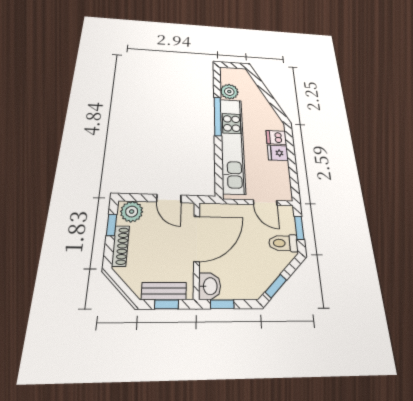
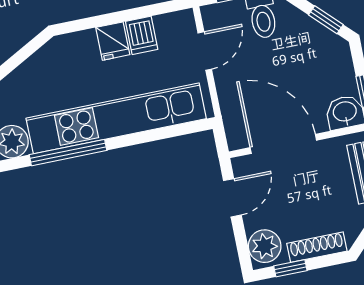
dishwasher: (276, 137) -> (142, 35), moved

